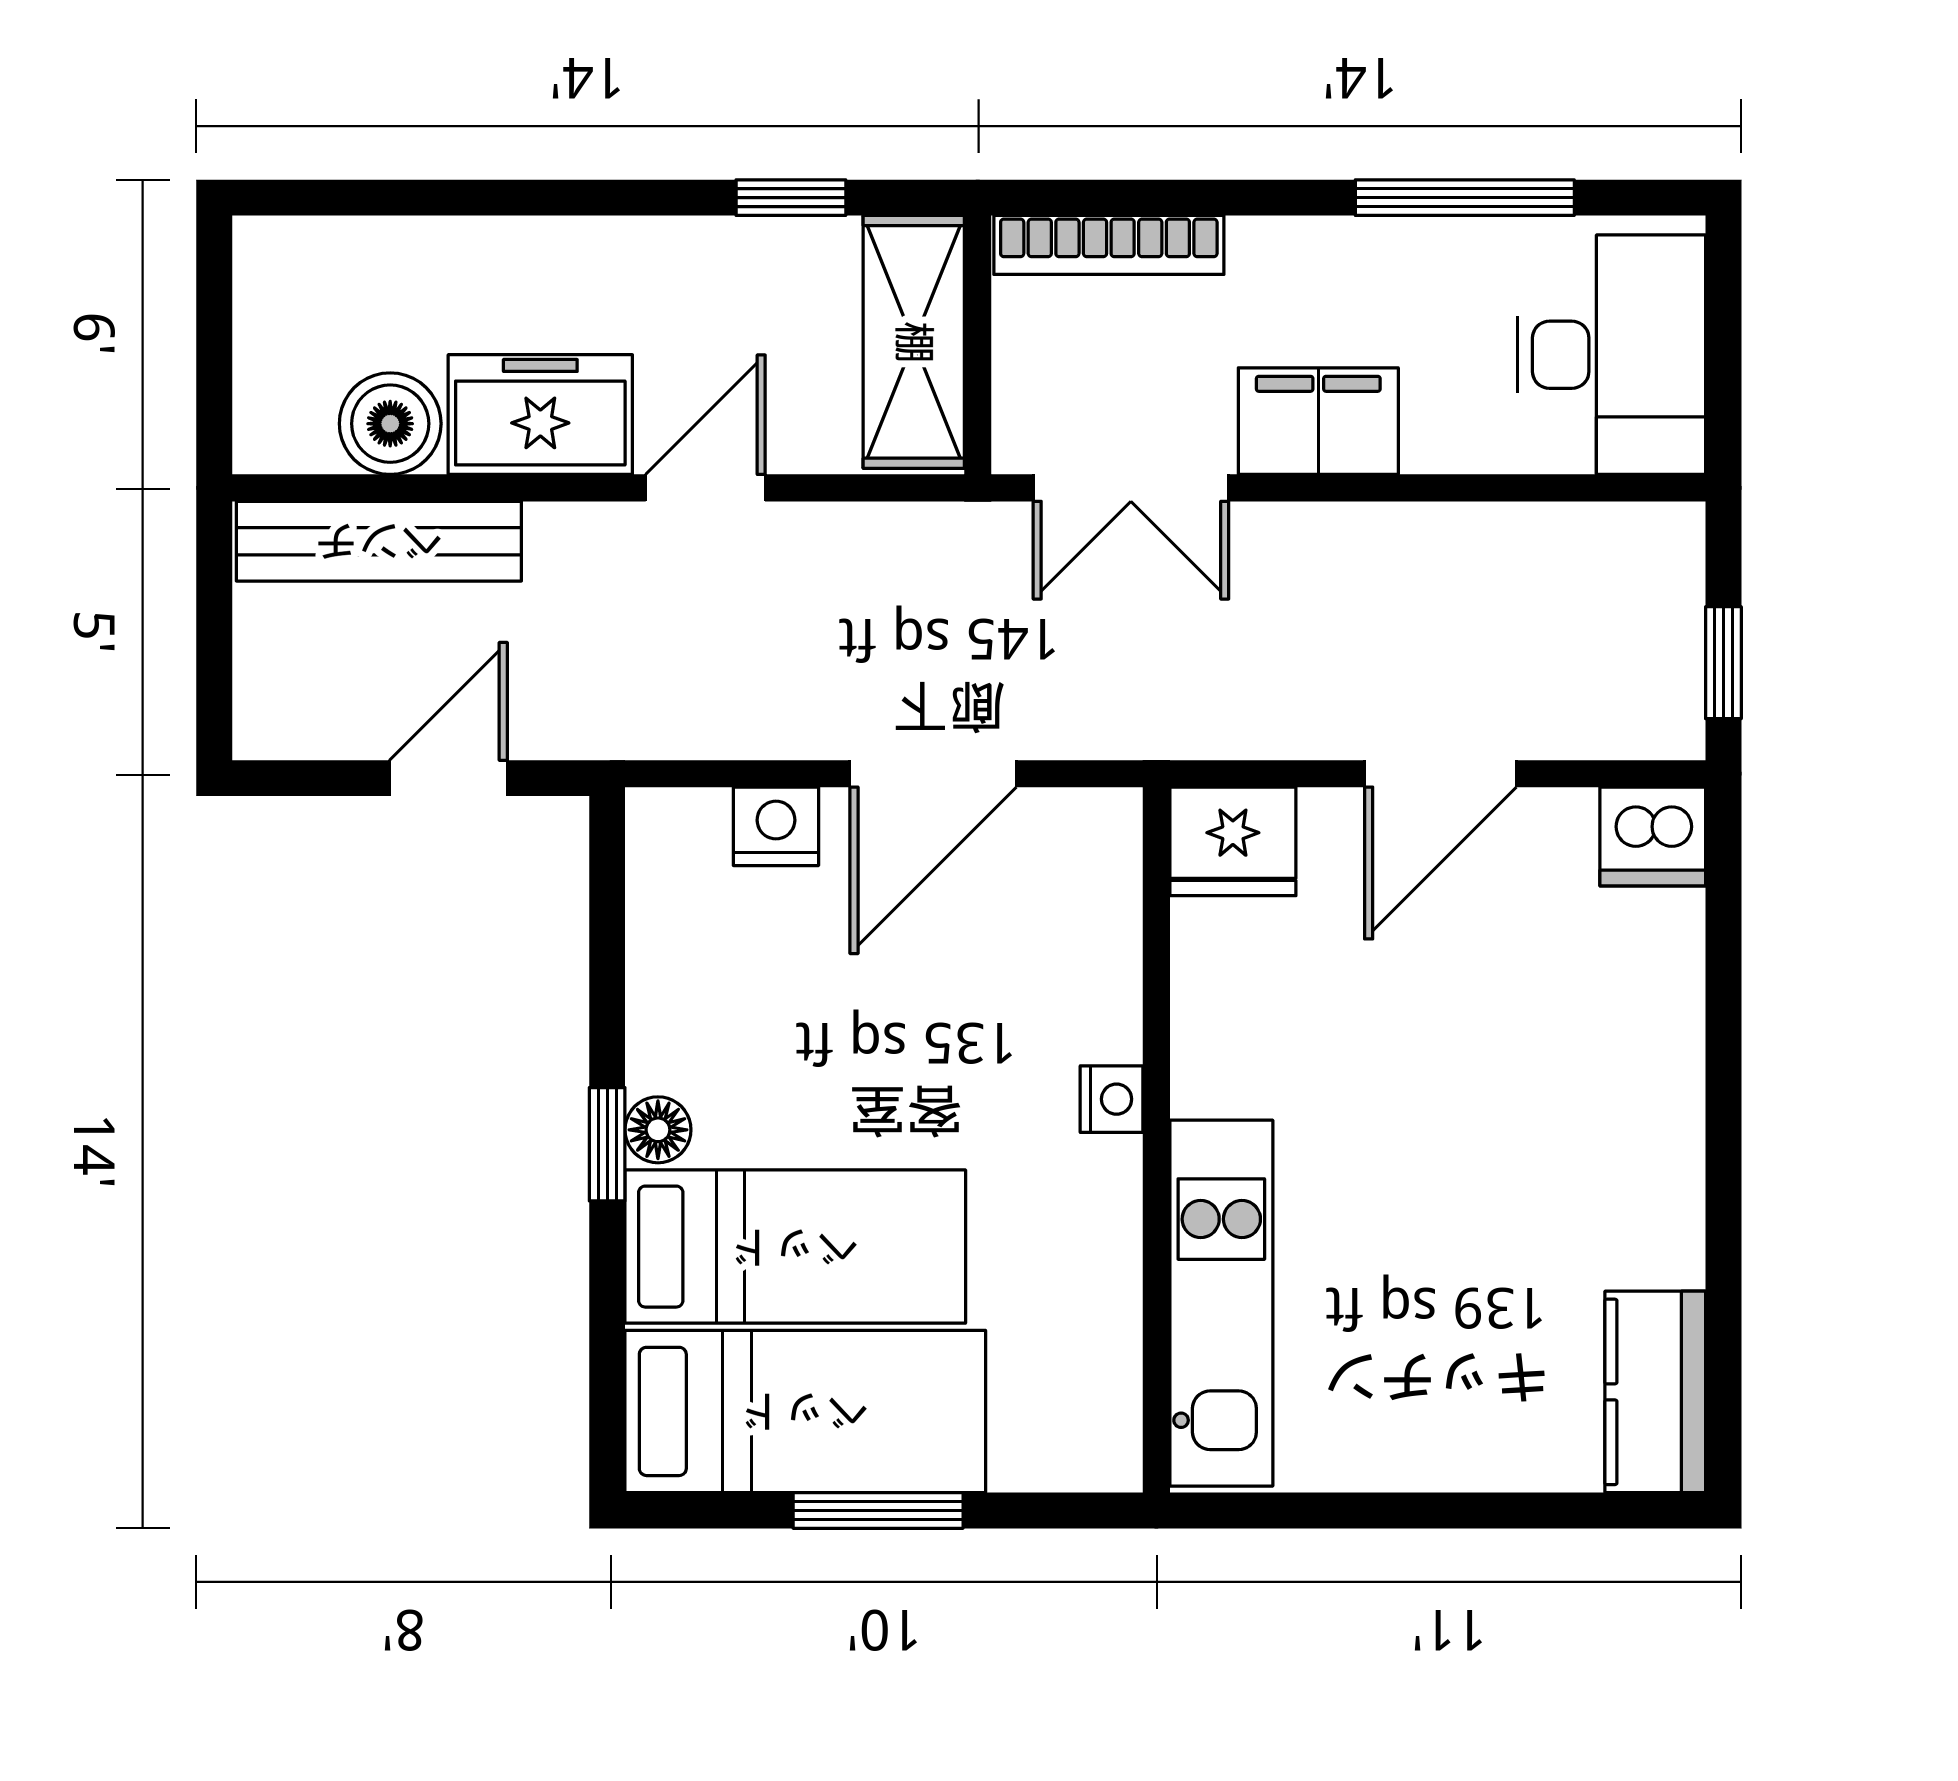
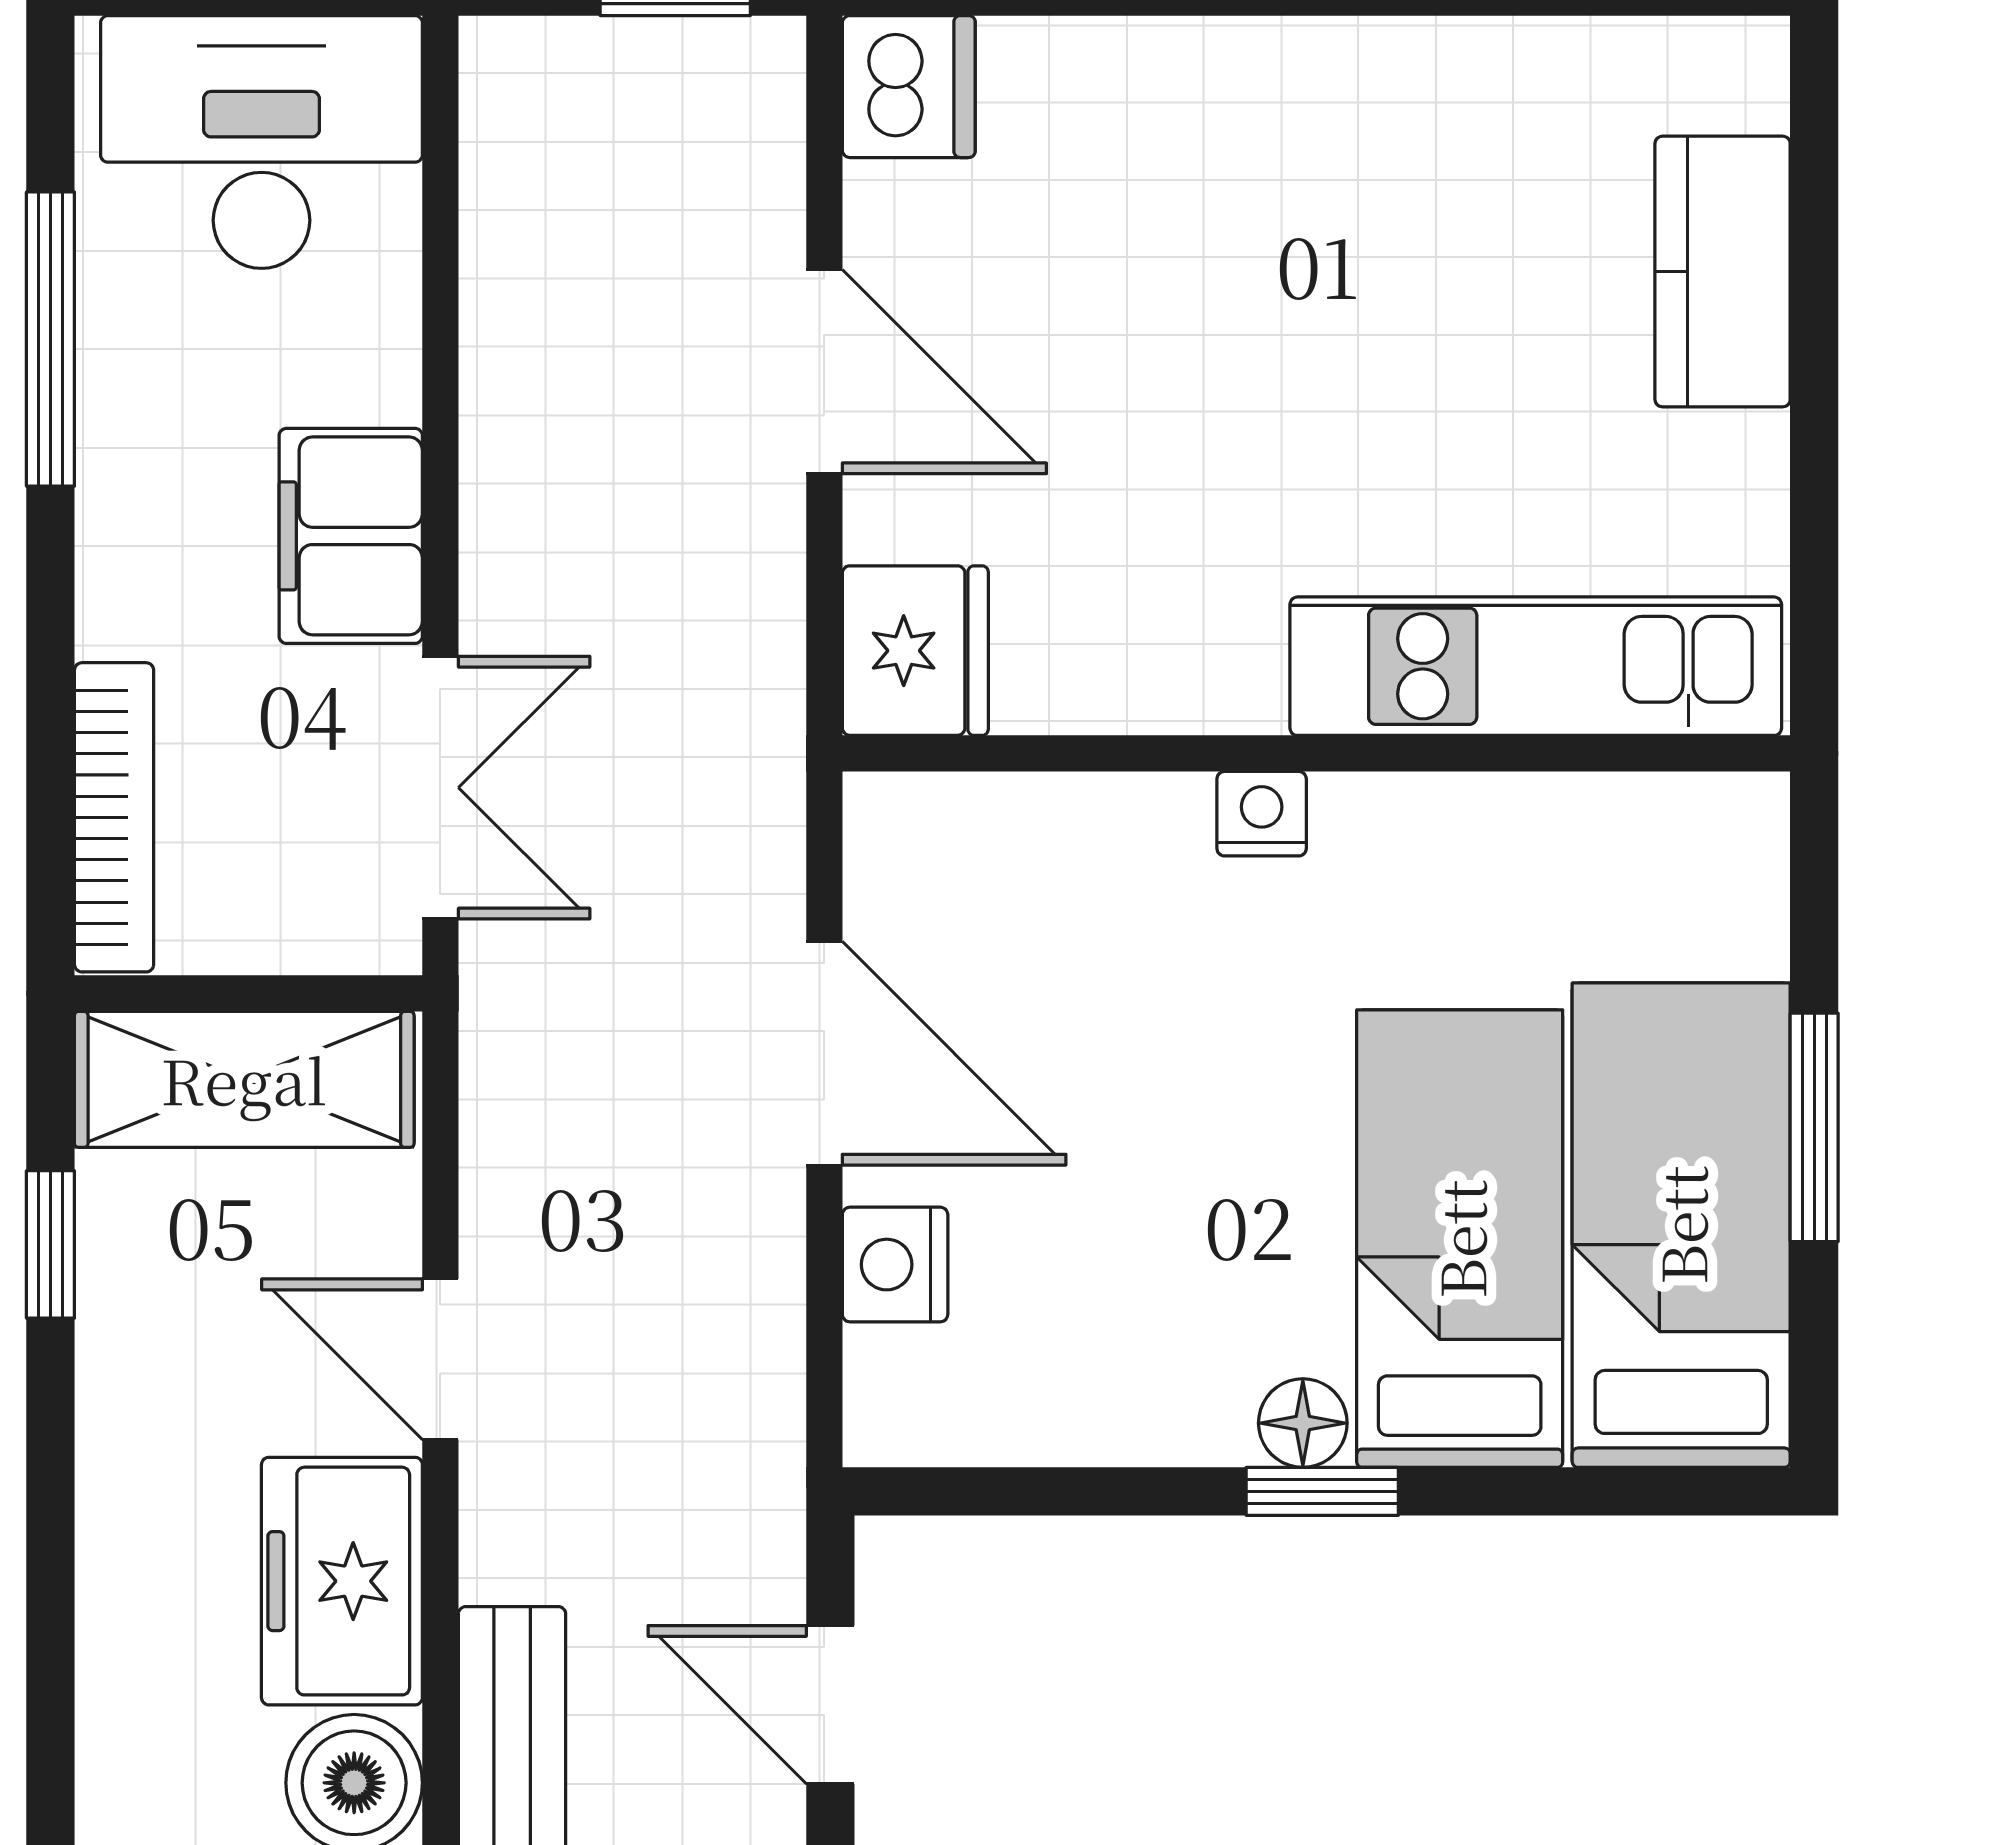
kitchen counter: (1655, 1392) -> (1723, 272), moved, turned 90

